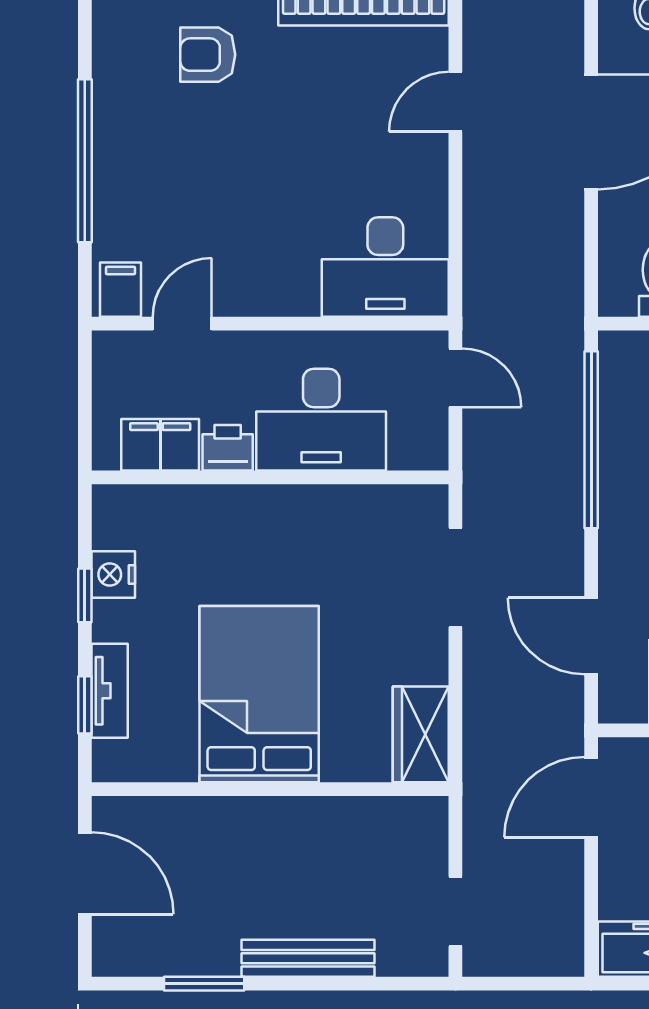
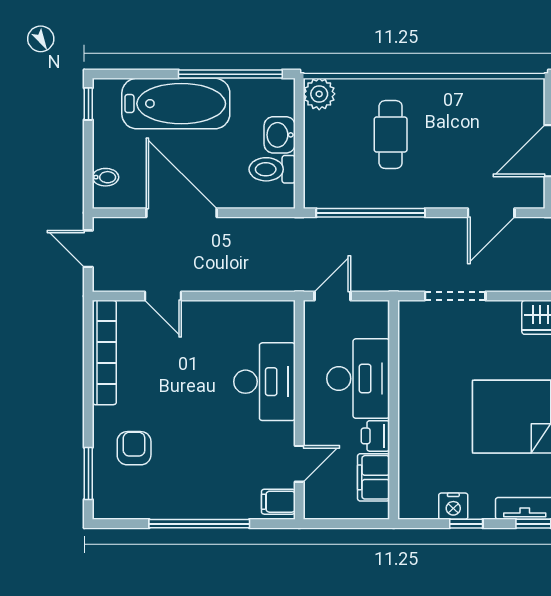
armchair: (208, 55) -> (134, 448), turned 180
desk: (385, 267) -> (264, 382), moved
door: (182, 324) -> (299, 464), swing flipped

